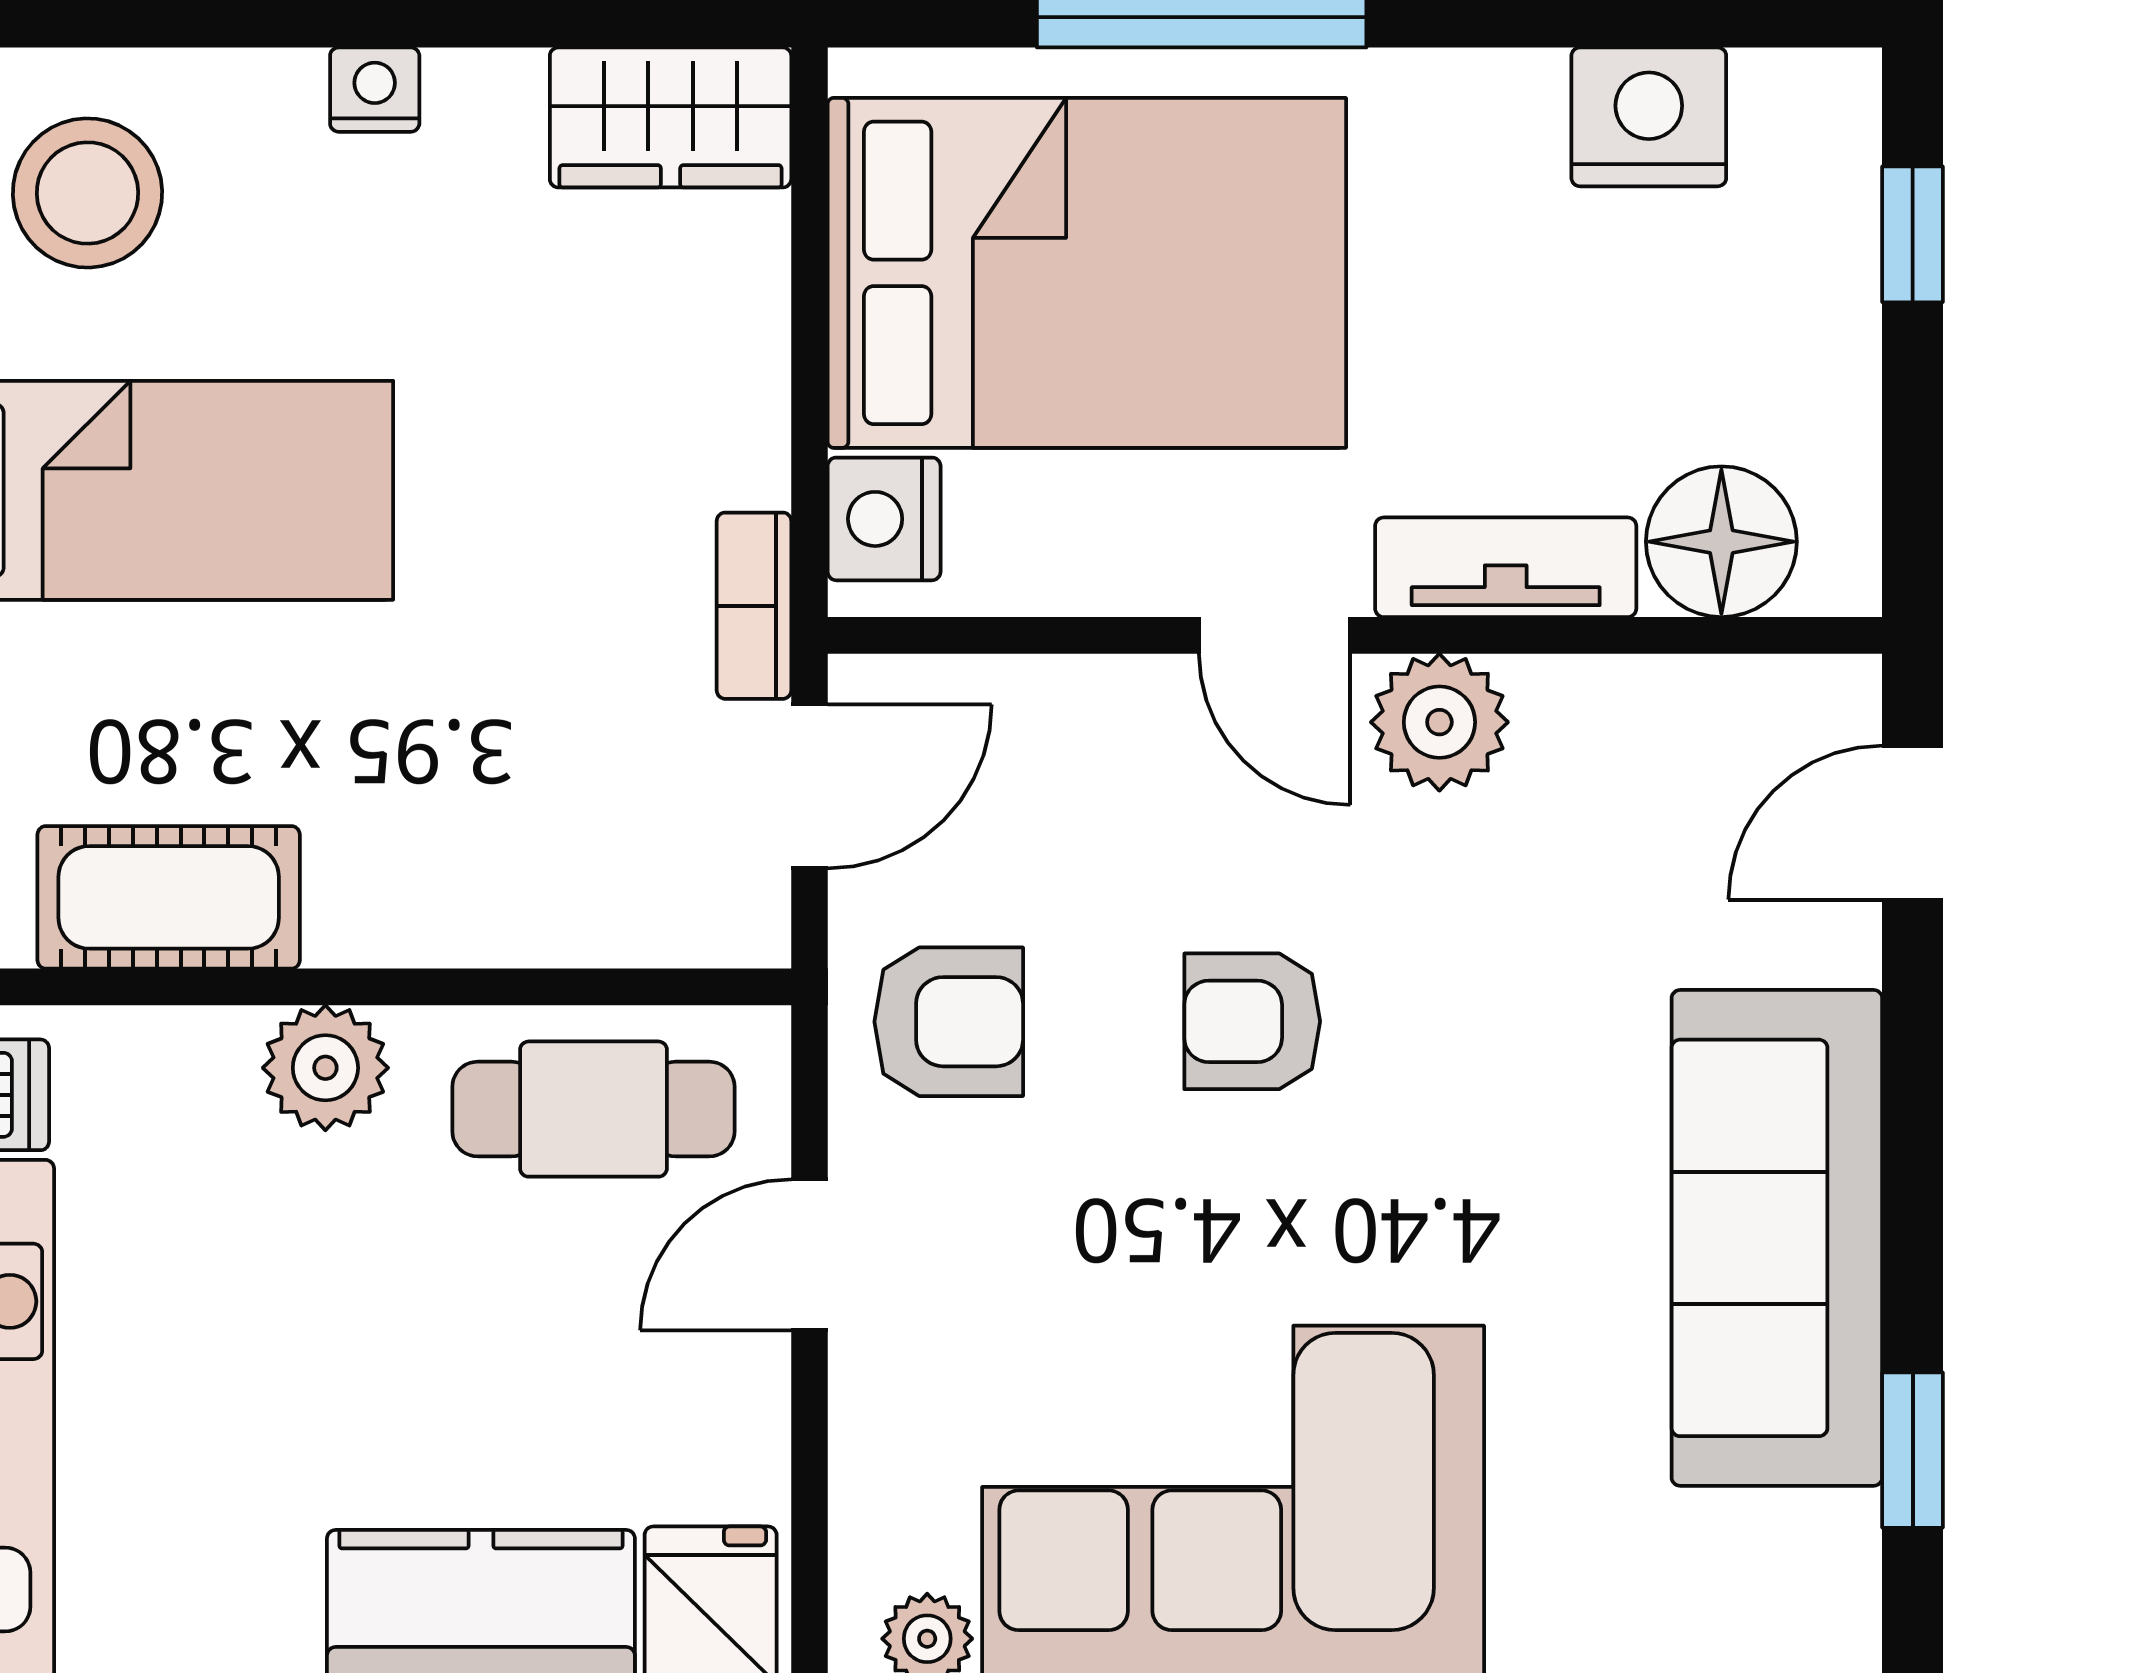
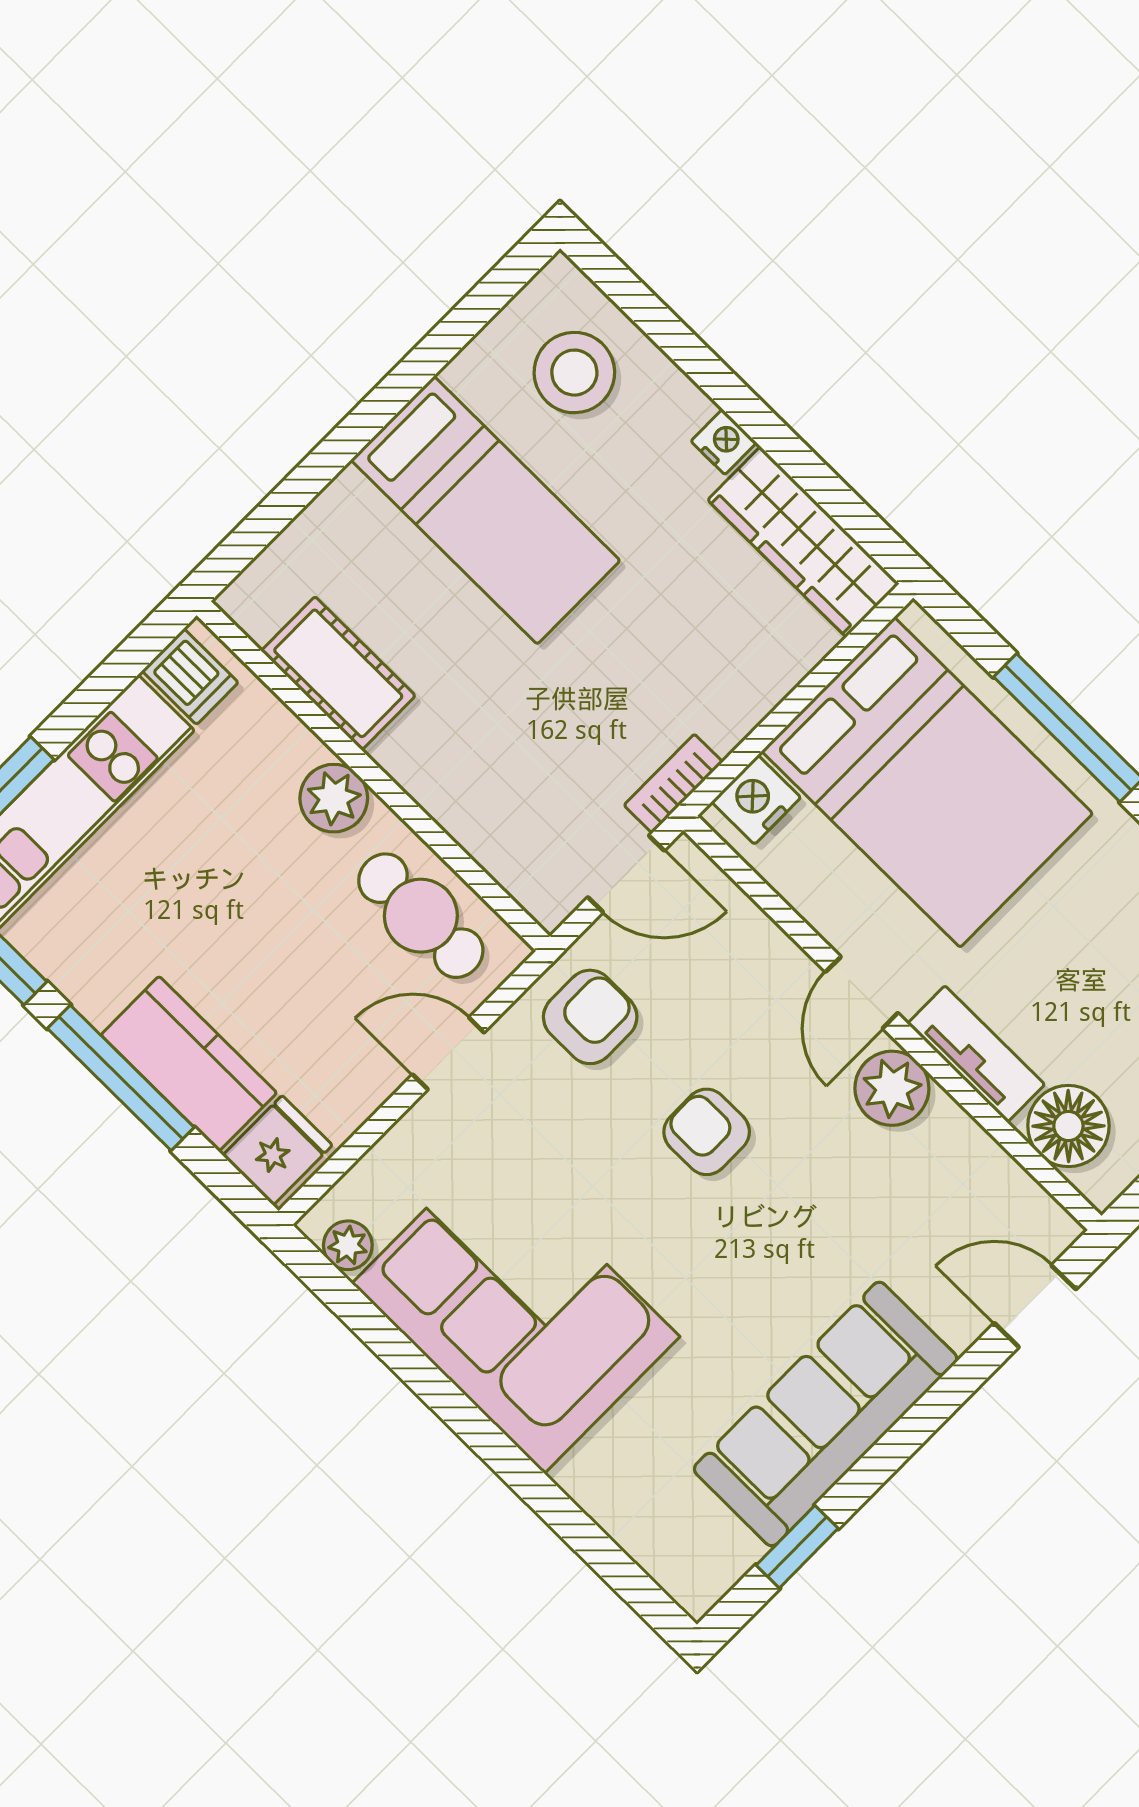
wardrobe: (671, 117) -> (803, 542), width x1.50
armchair: (949, 1022) -> (590, 1017), turned -90

